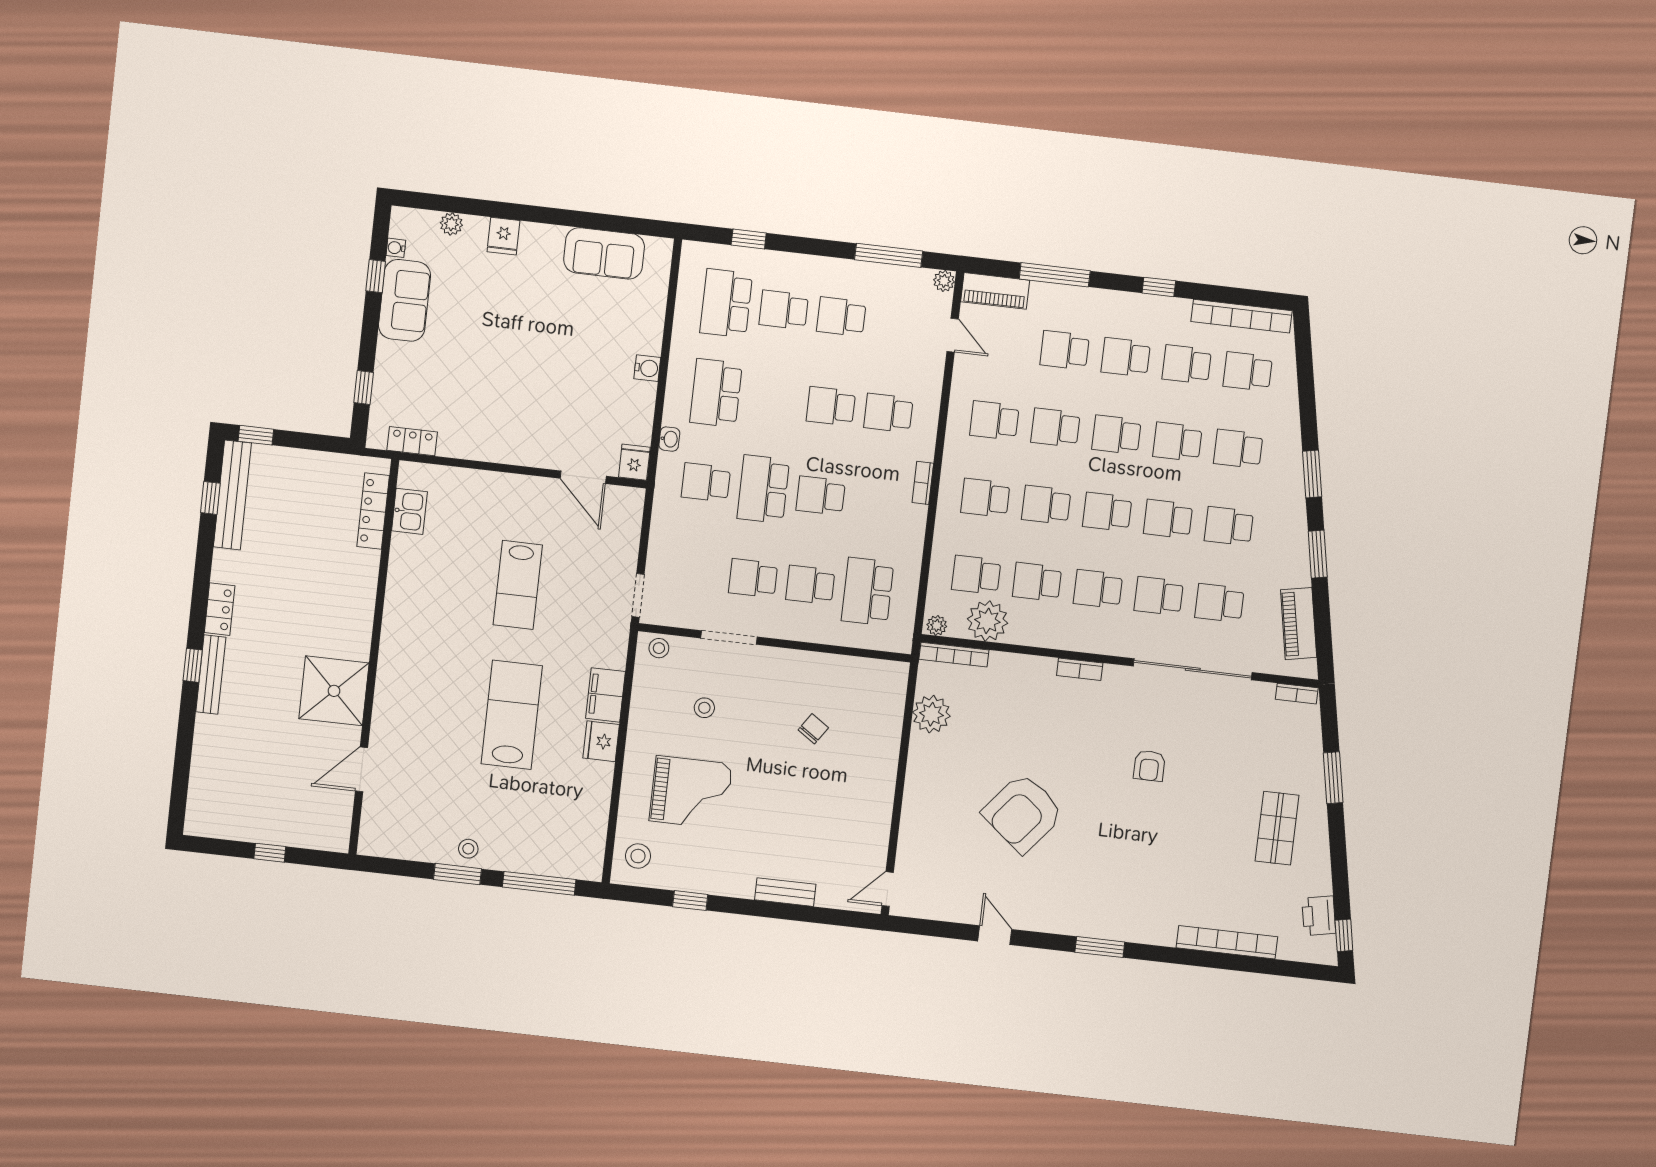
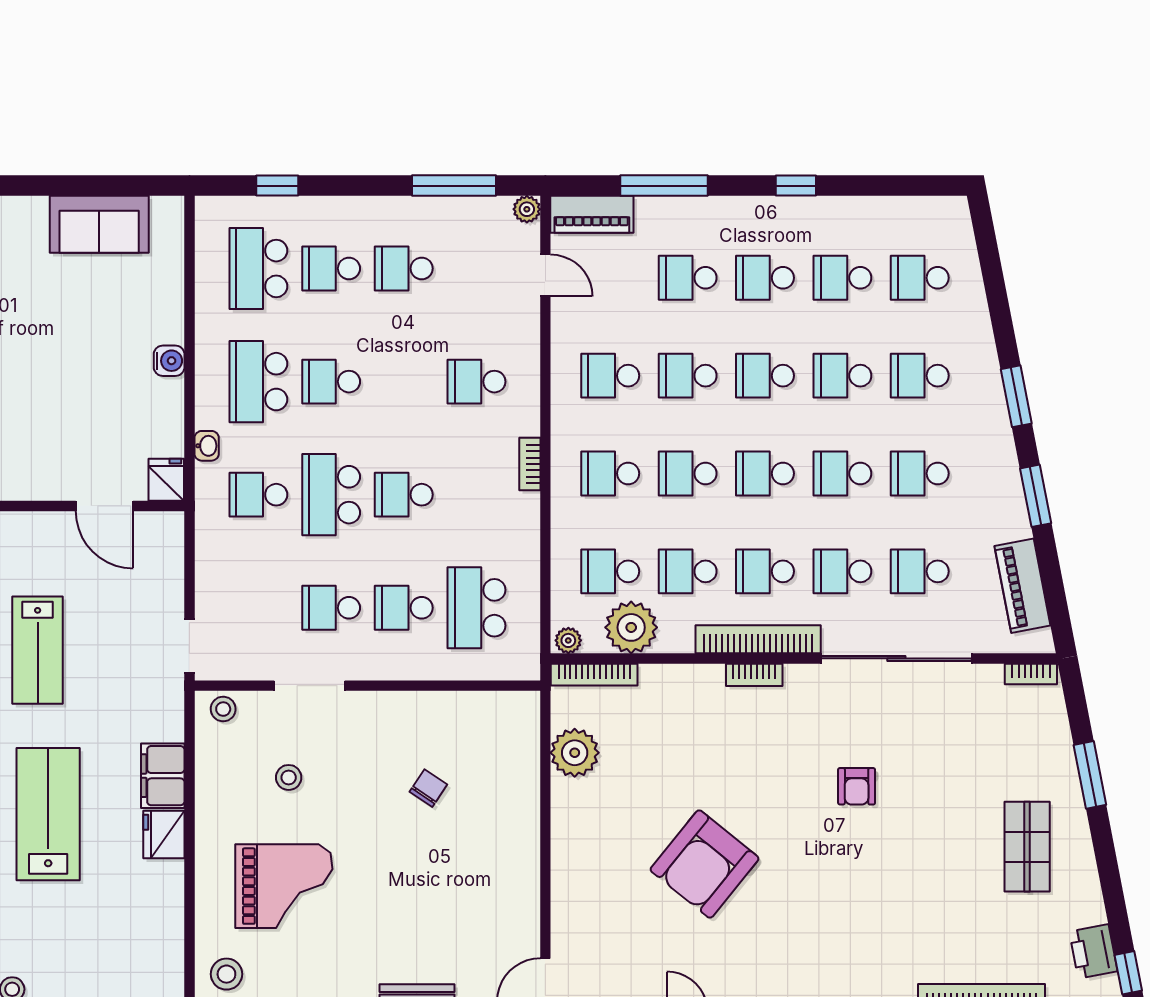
bookcase: (1242, 316) -> (758, 639), moved, turned 180
school desk: (831, 406) -> (331, 382), moved

